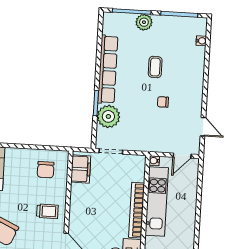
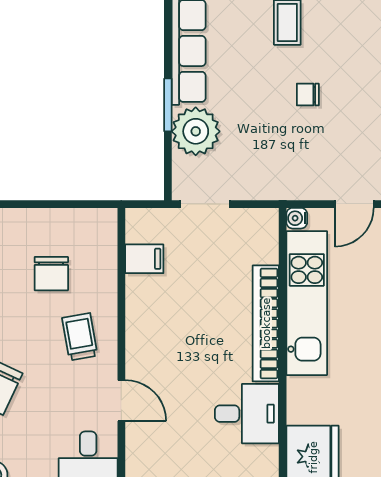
filing cabinet: (81, 169) -> (144, 259), width x0.50
chair: (46, 170) -> (51, 274), moved
trolley: (47, 211) -> (80, 337), turned -100

